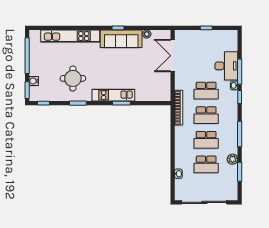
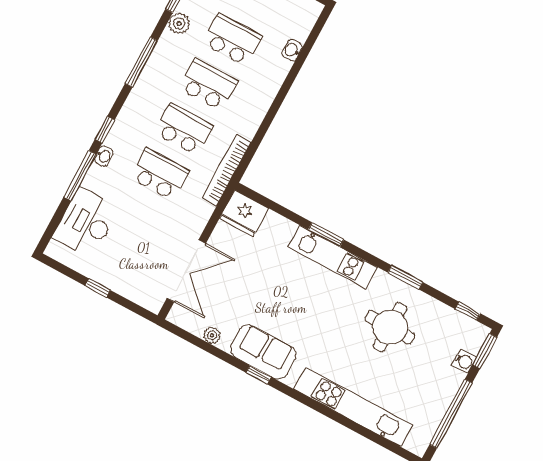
sofa: (121, 39) -> (263, 352), width x0.73
desk: (226, 66) -> (86, 223), moved
fridge: (161, 93) -> (244, 213), added

